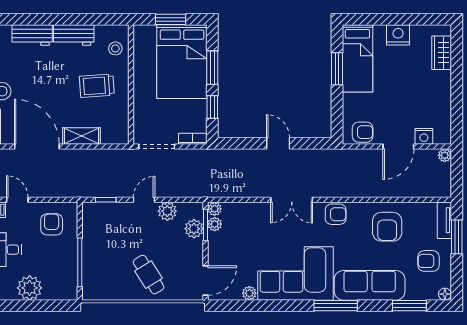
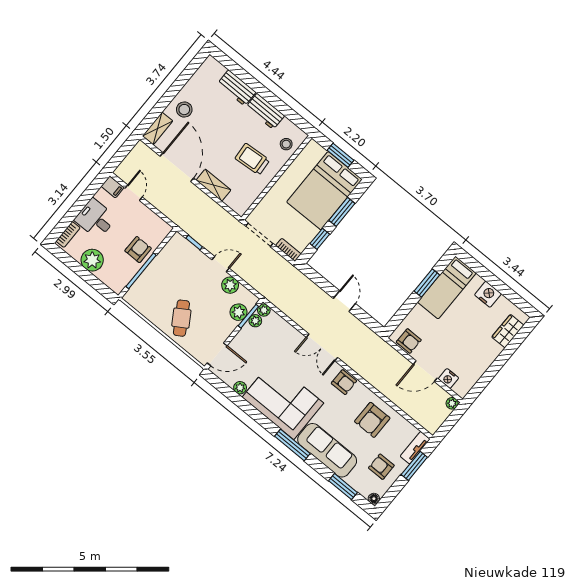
armchair: (52, 224) -> (138, 250), moved

